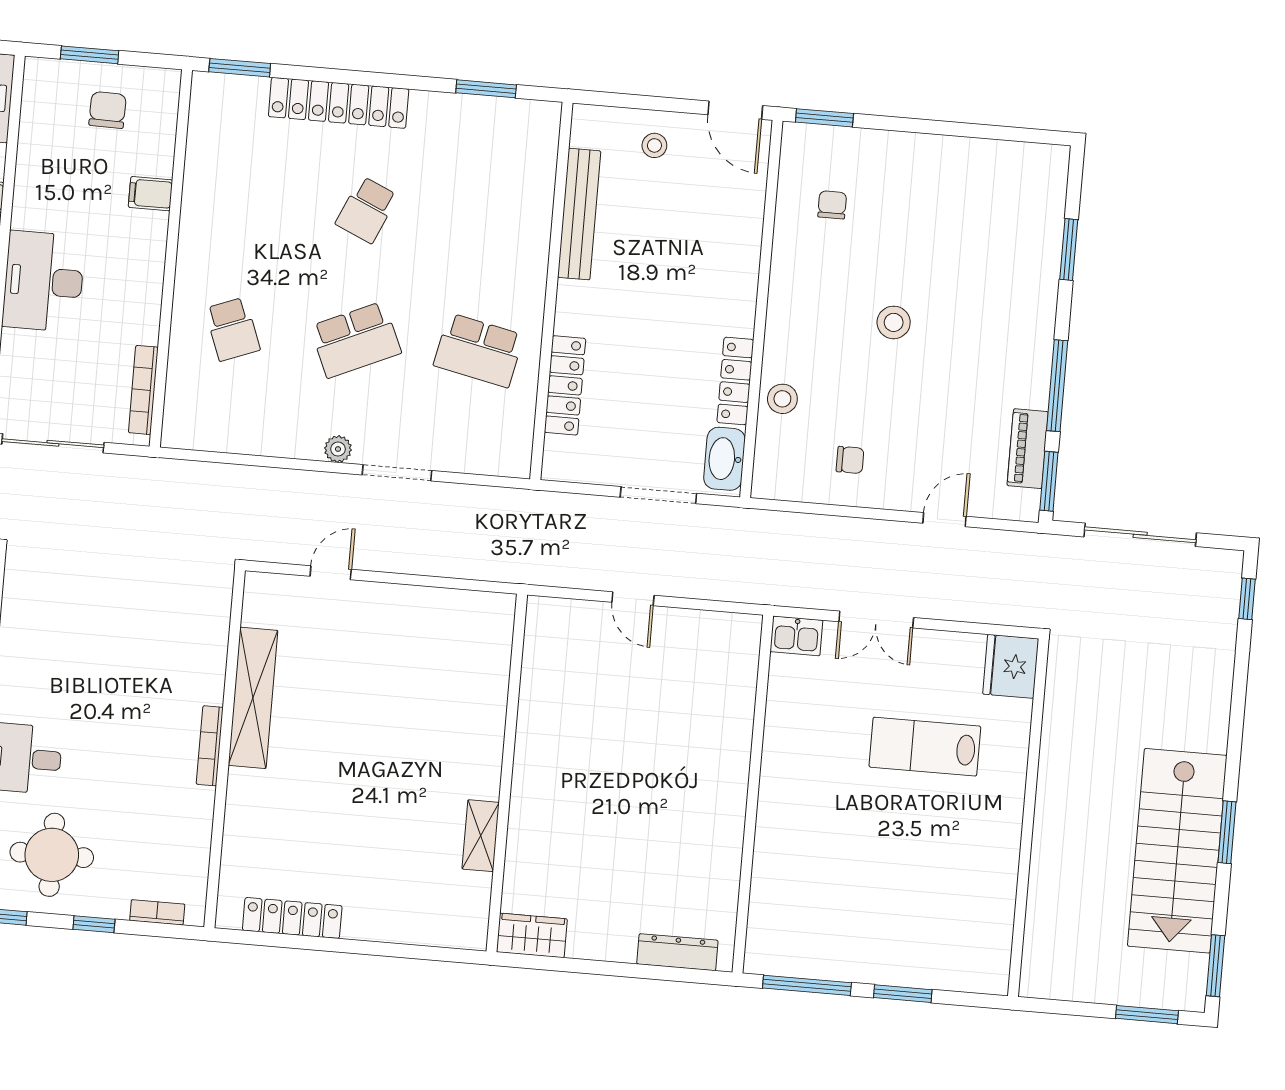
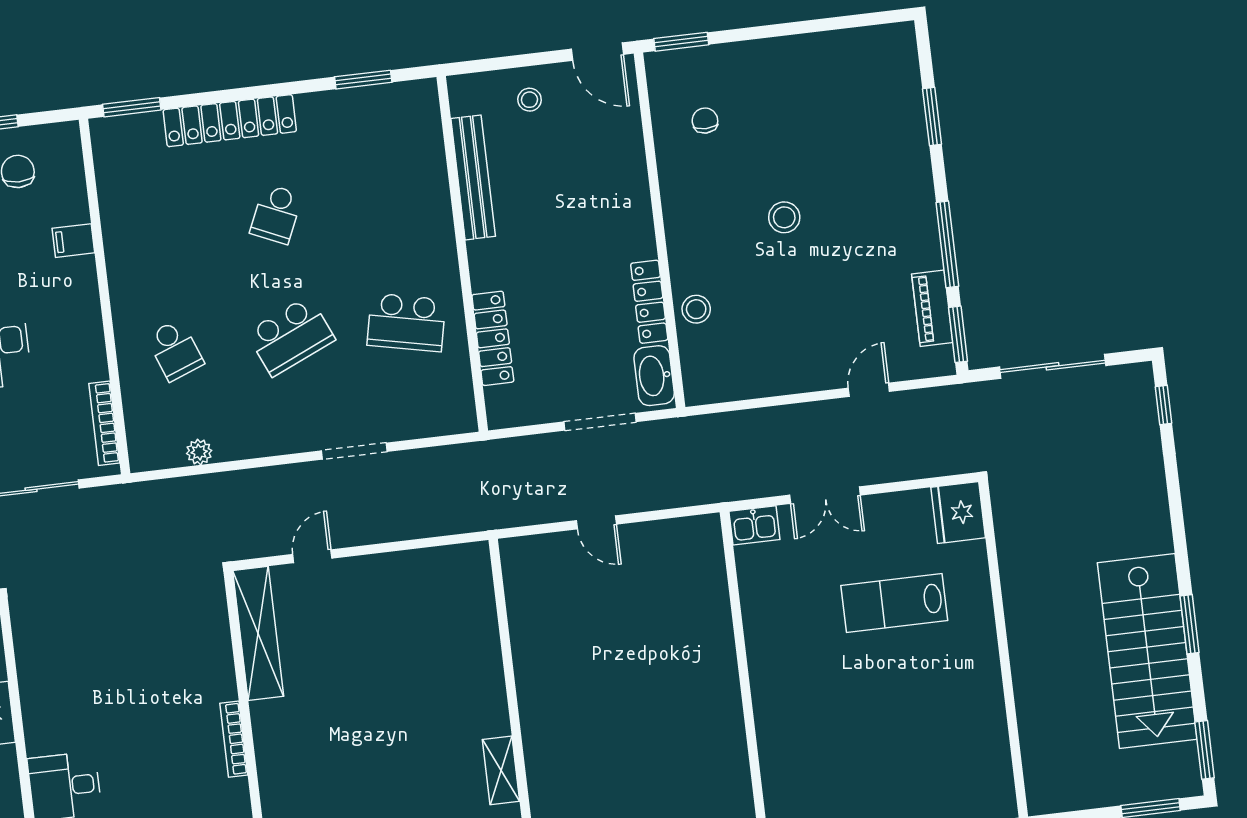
plant: (338, 449) -> (199, 452), moved
chair: (850, 460) -> (770, 353), removed
shelving: (253, 698) -> (258, 633), moved

